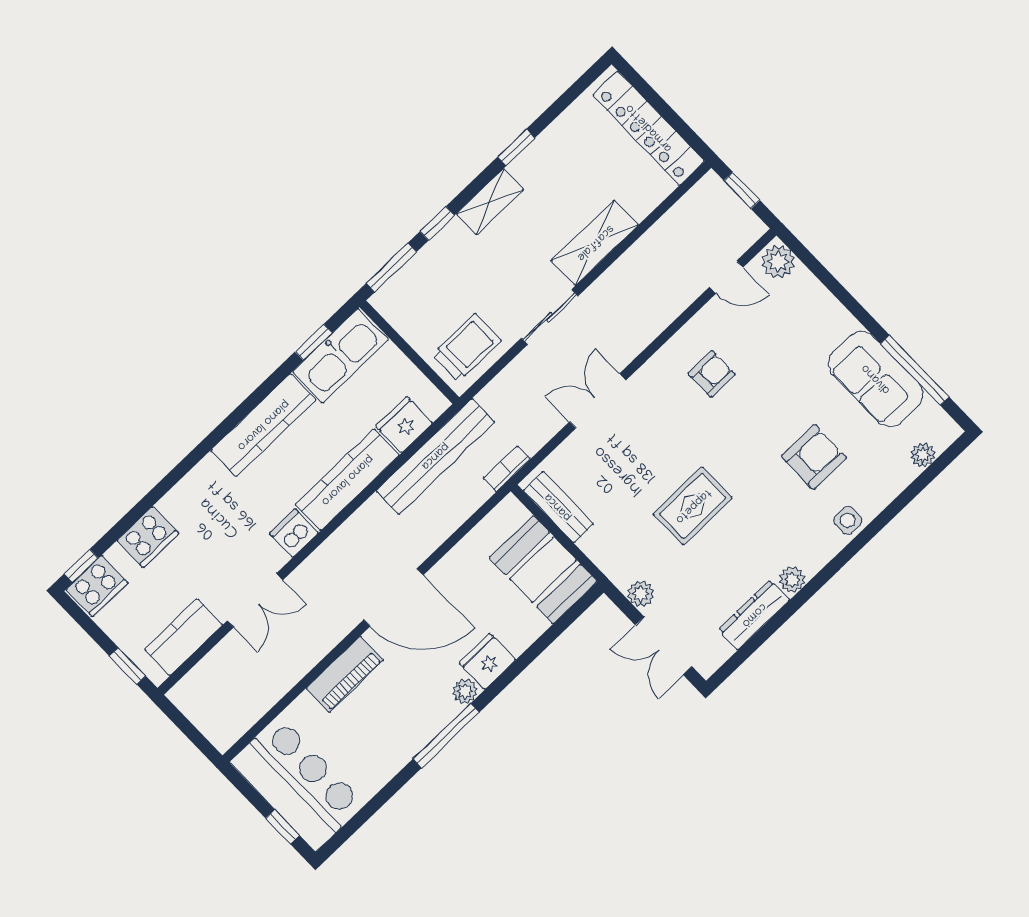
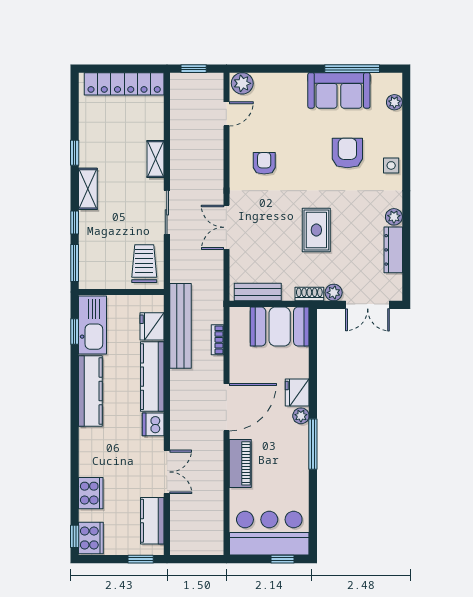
shelving: (595, 243) -> (156, 159), width x0.67, depth x0.75
bookcase: (507, 469) -> (217, 340), moved
shoe rack: (612, 568) -> (309, 294), added

